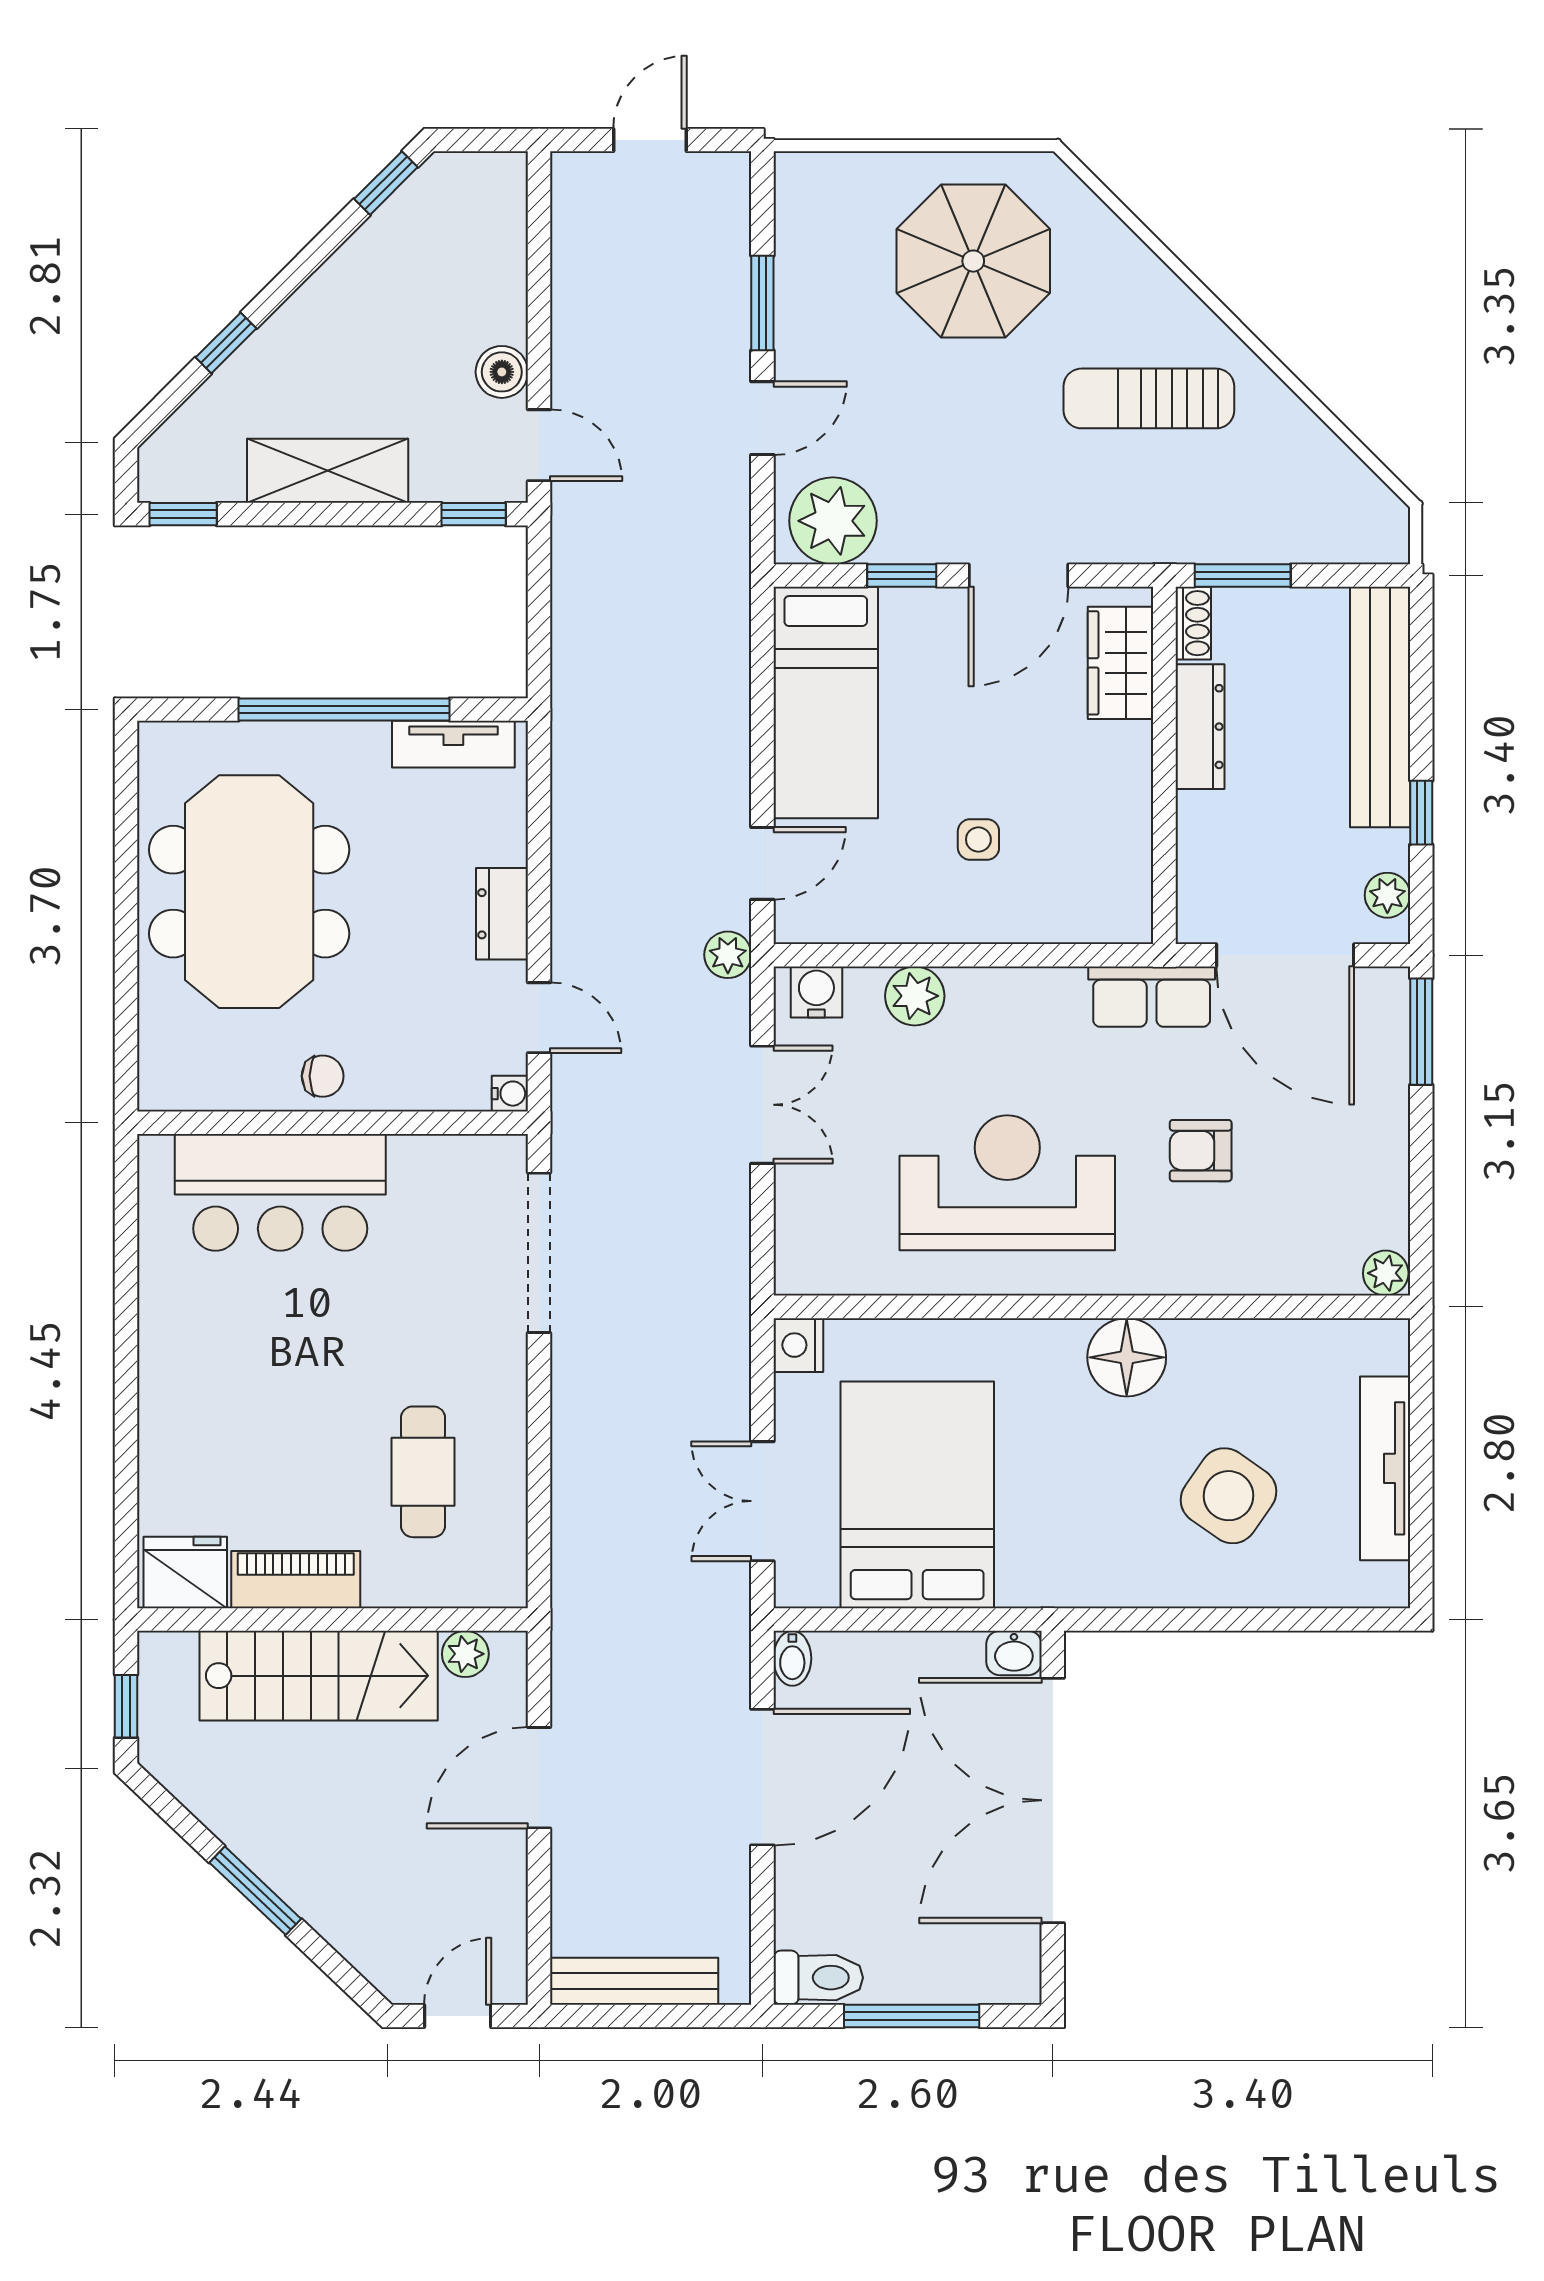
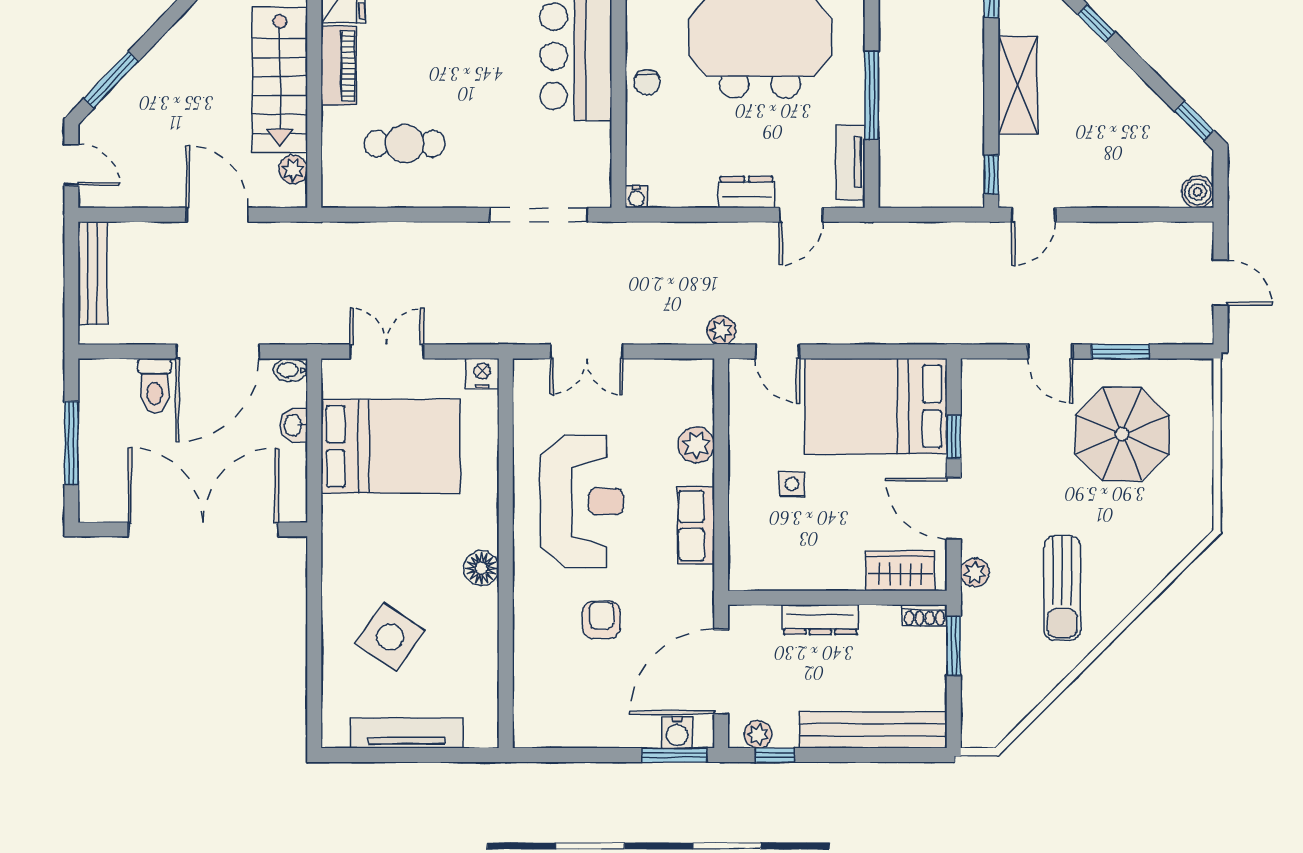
parasol: (973, 261) -> (1122, 434), moved
boiler: (502, 372) -> (1198, 192), moved
sun lounger: (1149, 398) -> (1062, 588), turned 180
plant: (833, 521) -> (975, 573), moved, width x0.53, depth x0.53
bed: (826, 703) -> (876, 406), width x1.50
window: (344, 710) -> (872, 95), width x0.68
dresser: (1200, 727) -> (820, 620), moved
window: (1421, 813) -> (775, 755), moved
water cooler: (816, 992) -> (677, 733), moved, turned 90
row of seats: (1152, 997) -> (696, 525), moved
door: (539, 1018) -> (801, 215), moved
double door: (762, 1105) -> (586, 352), moved
plant: (1386, 1273) -> (526, 733), removed
floor lamp: (1127, 1357) -> (481, 568), width x0.73, depth x0.73
washbasin: (1014, 1653) -> (294, 425), moved
door: (762, 1777) -> (218, 352), hinge flipped
window: (255, 1891) -> (111, 80), moved
toilet: (818, 1978) -> (155, 386), moved

